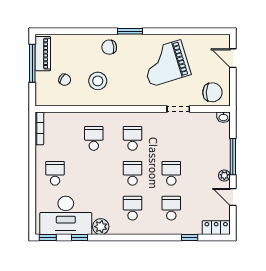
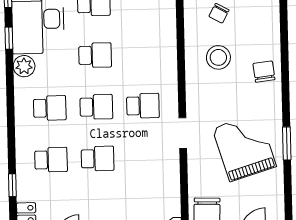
window: (130, 31) -> (287, 143), moved
doorway: (178, 109) -> (183, 133), moved
school desk: (94, 138) -> (95, 55), moved

